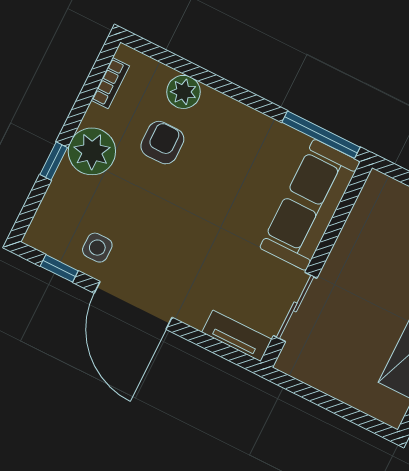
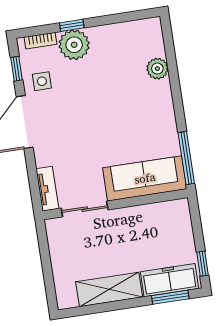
bookcase: (110, 83) -> (40, 41), moved
armchair: (162, 143) -> (122, 76), removed
plant: (92, 151) -> (74, 45), moved

